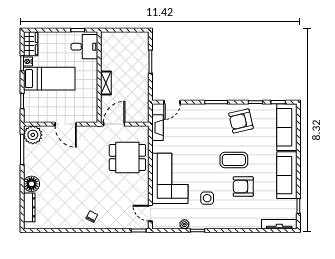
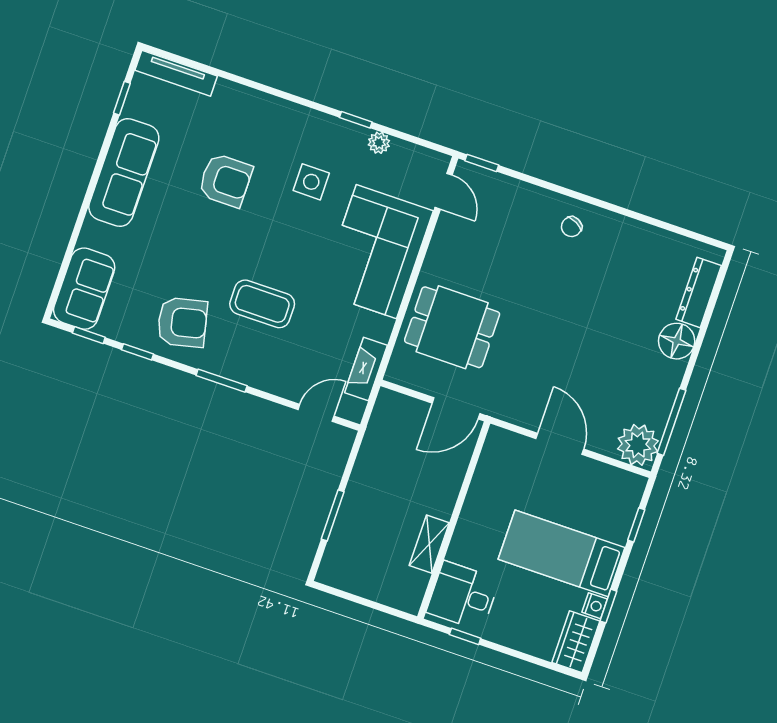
shelving: (106, 83) -> (429, 544), moved
sofa: (287, 127) -> (84, 289), width x0.73
coffee table: (234, 160) -> (262, 304), moved

